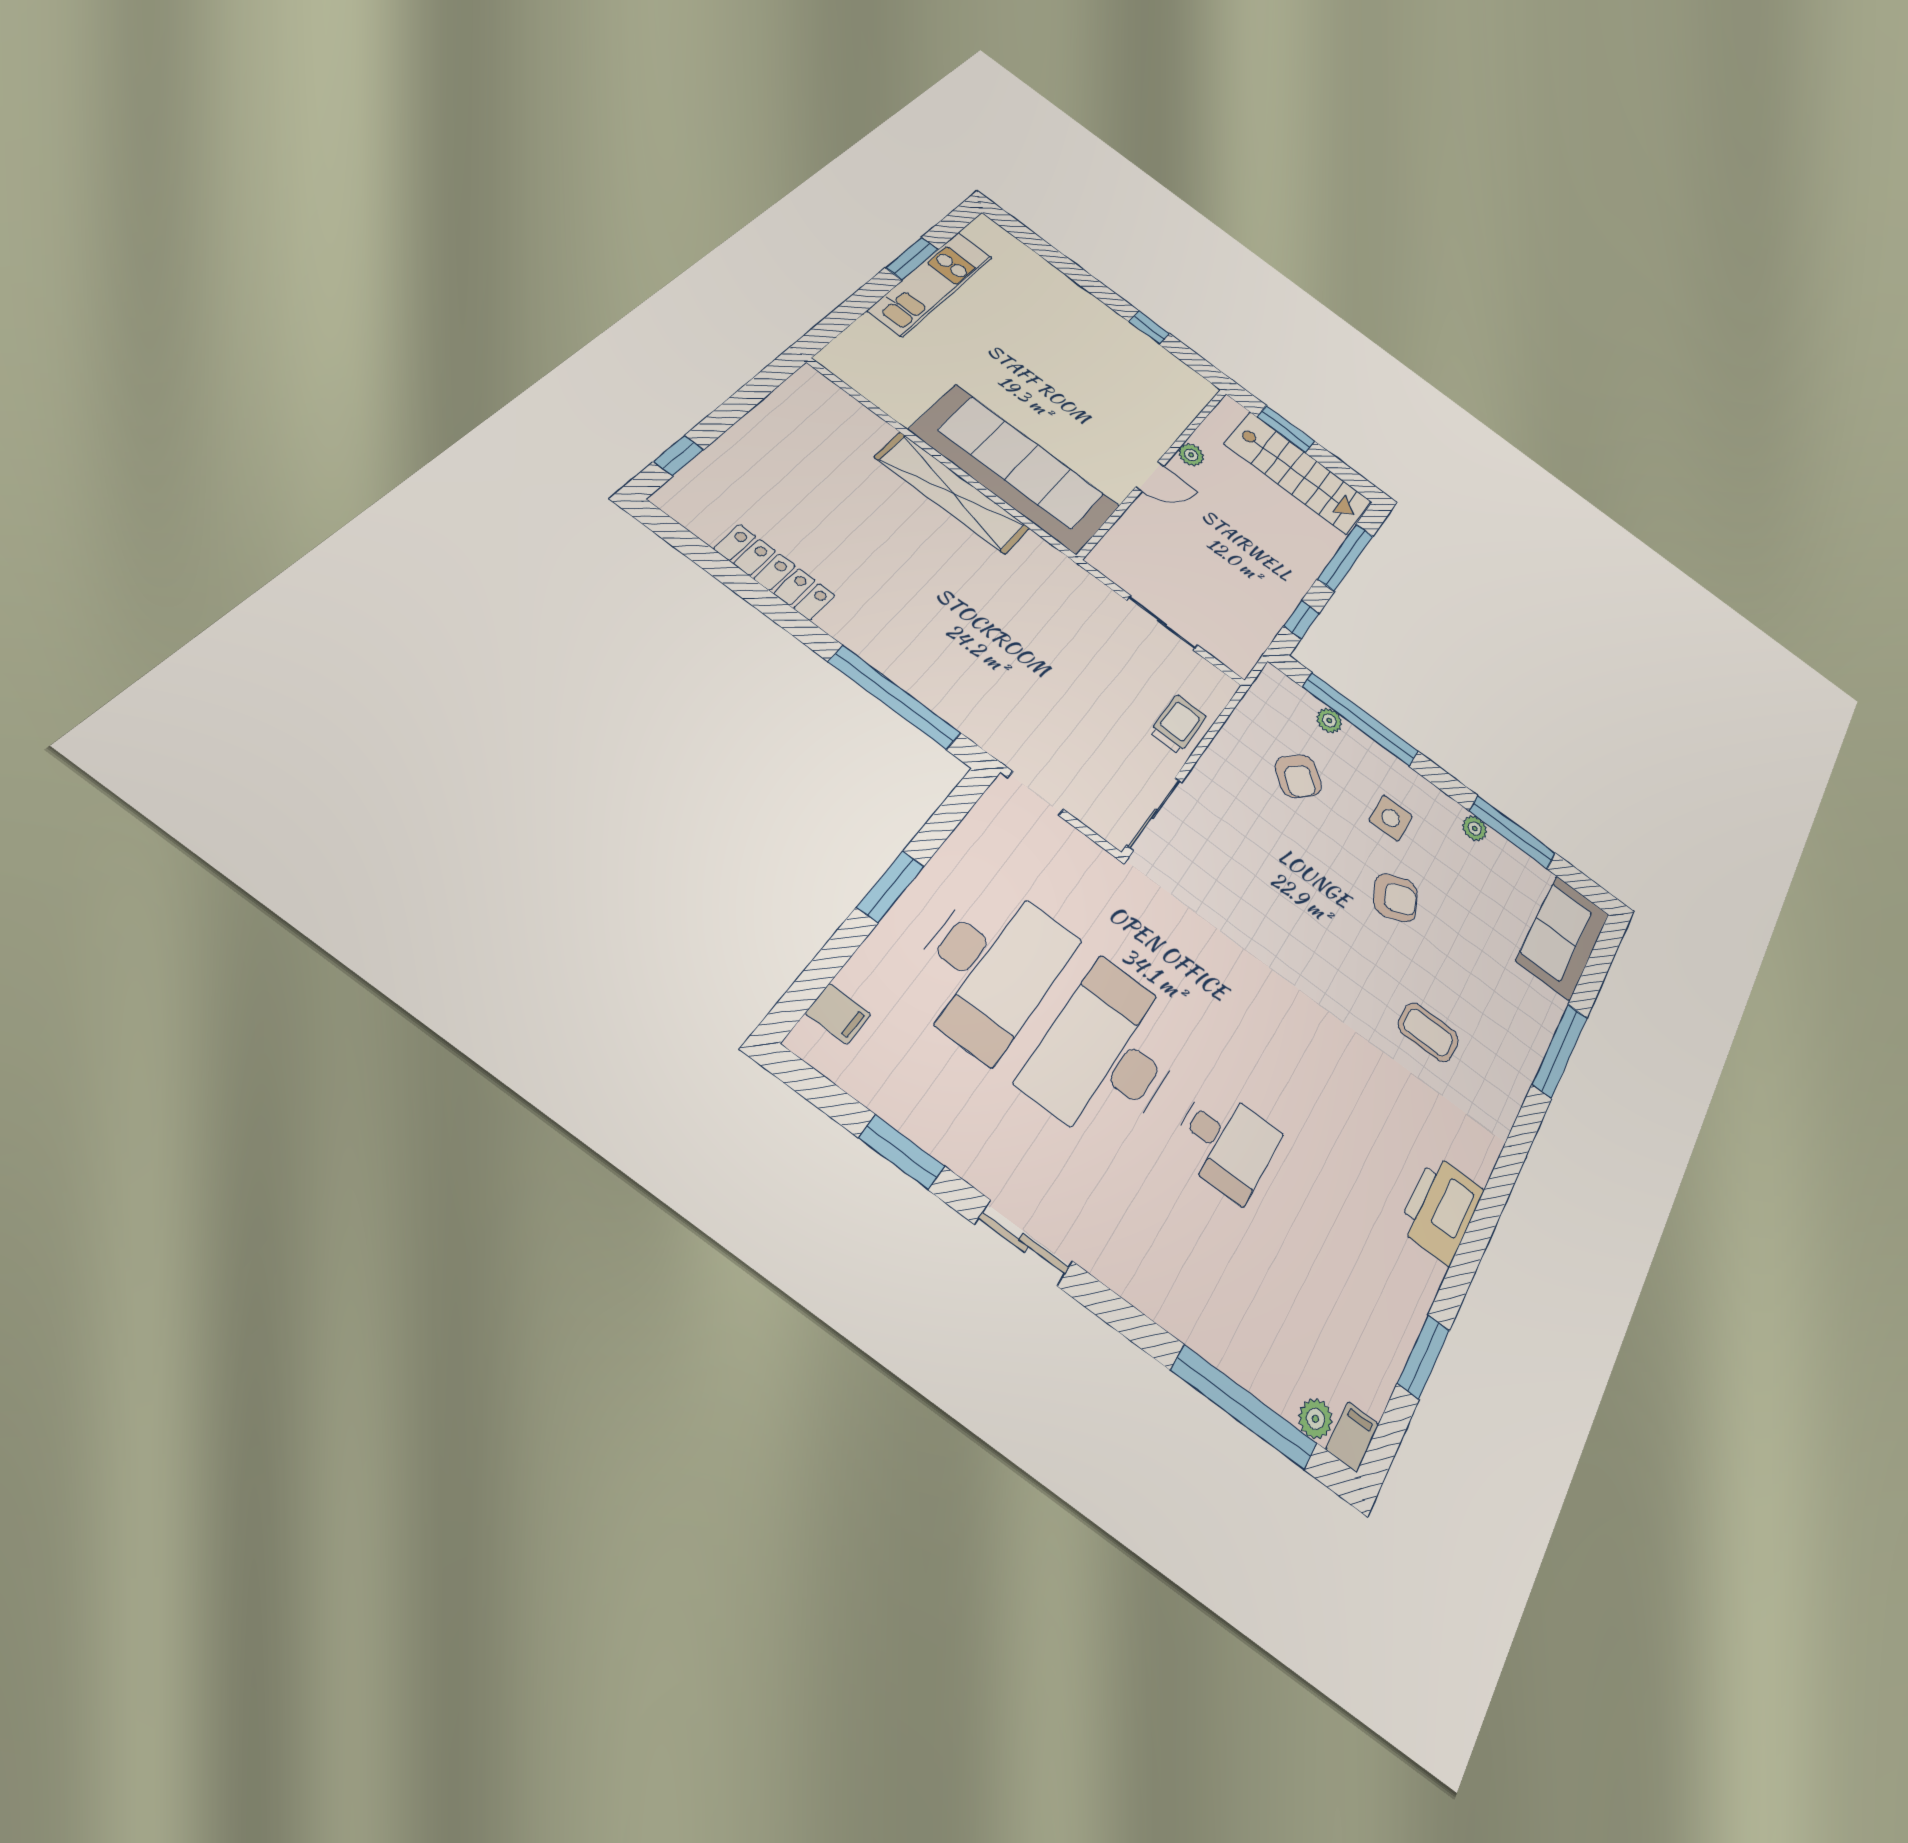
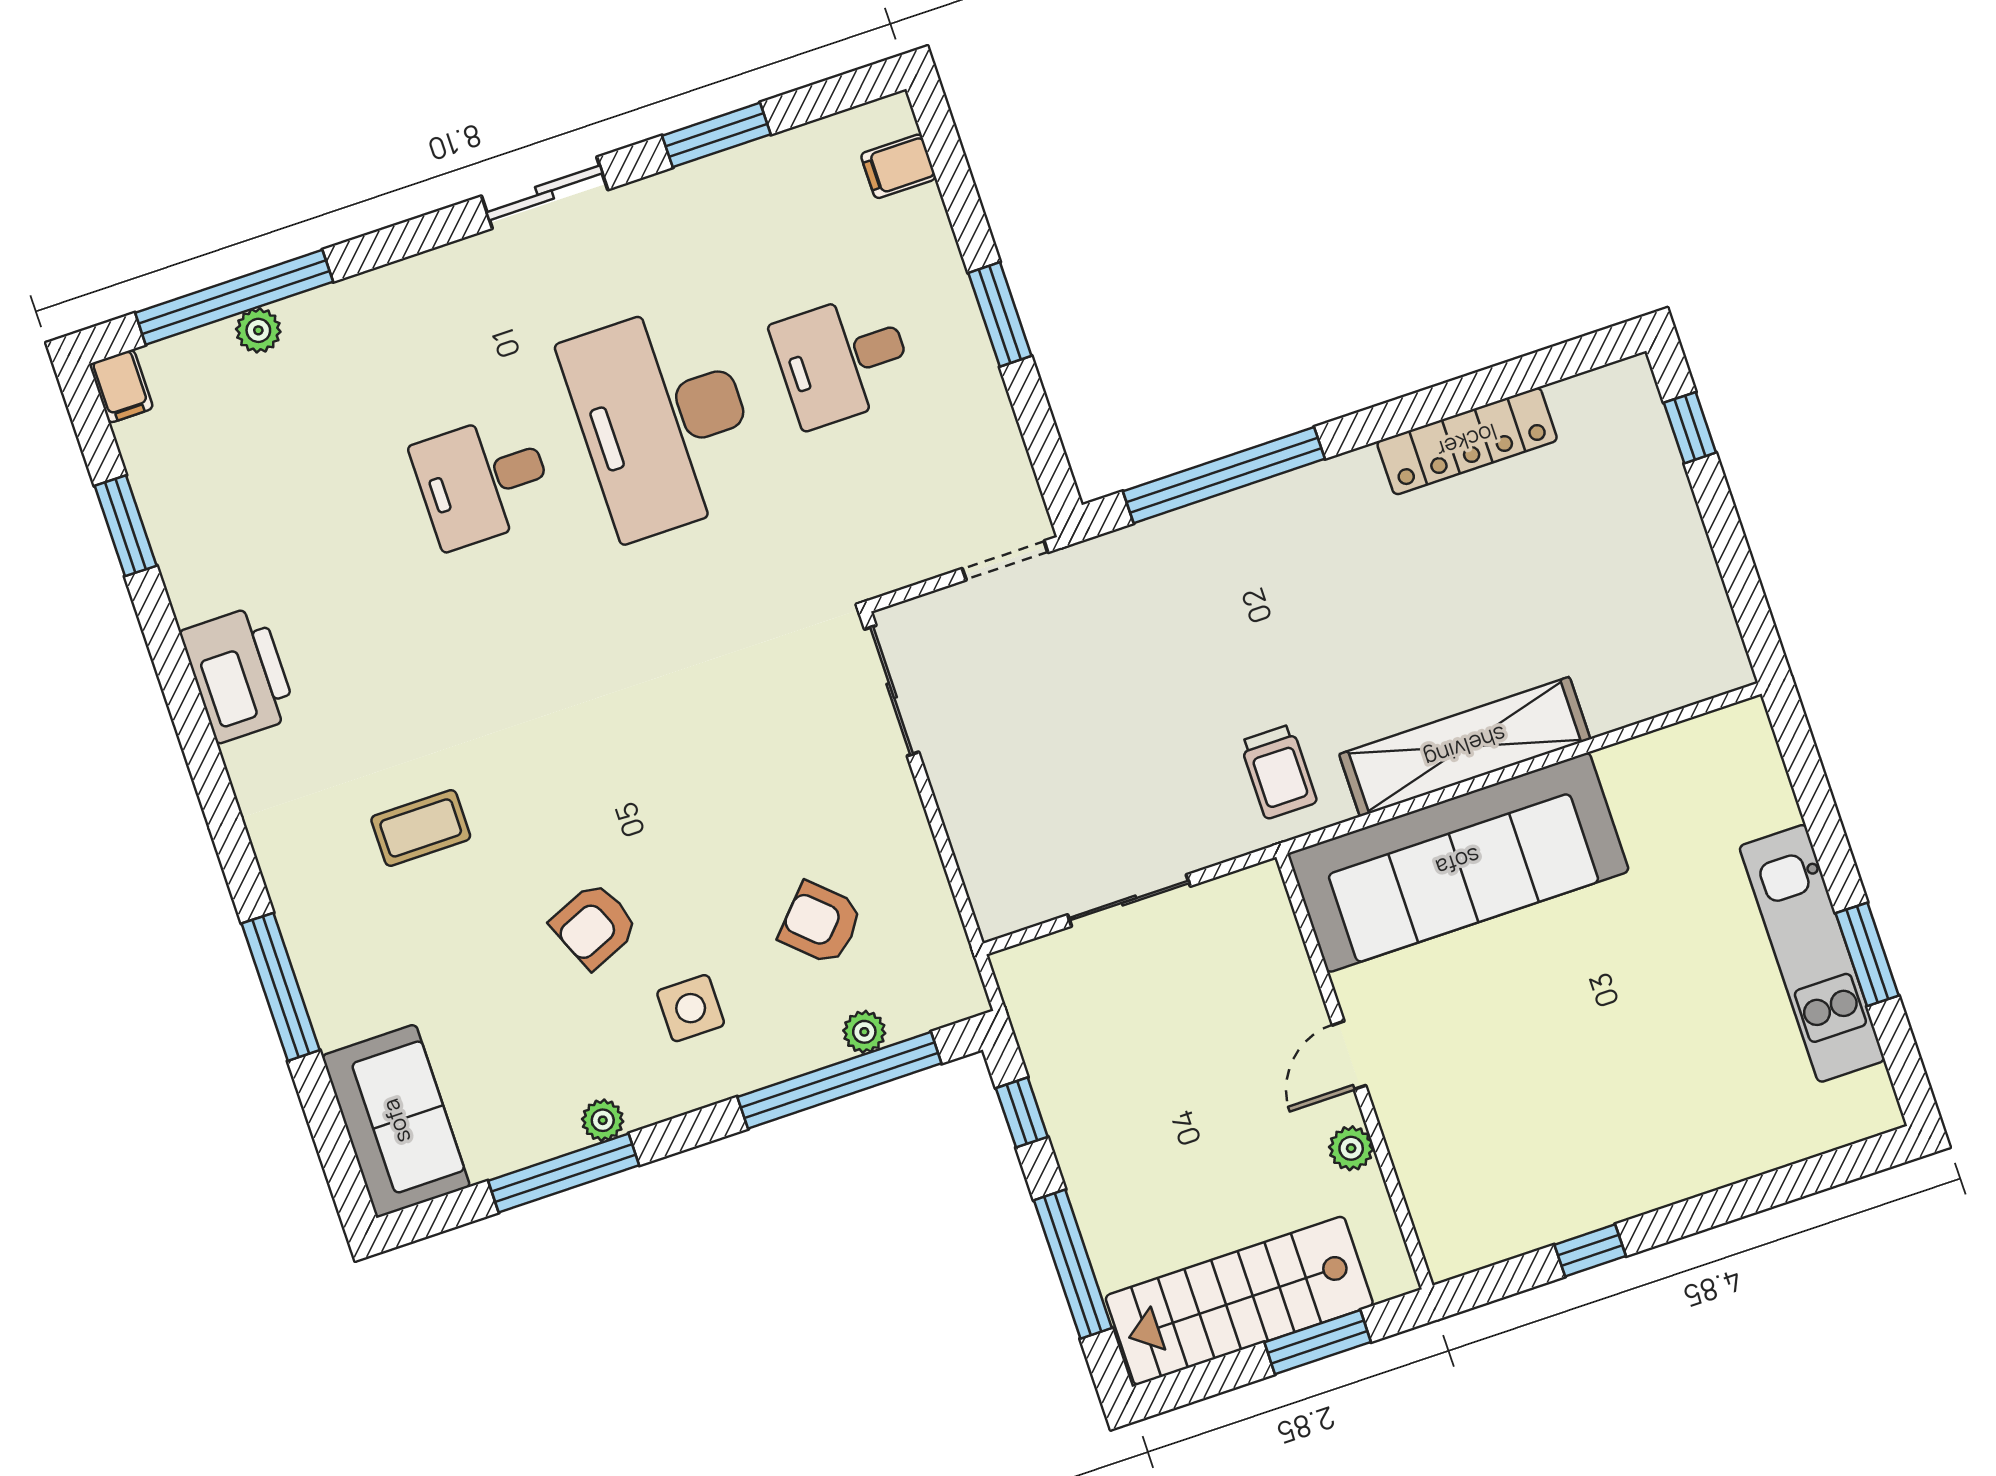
trolley: (1178, 724) -> (1278, 772), moved
desk: (989, 966) -> (843, 360), width x0.53, depth x0.77
desk: (1107, 1054) -> (663, 420), turned 180
plant: (1315, 1419) -> (258, 330), moved

